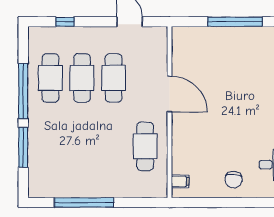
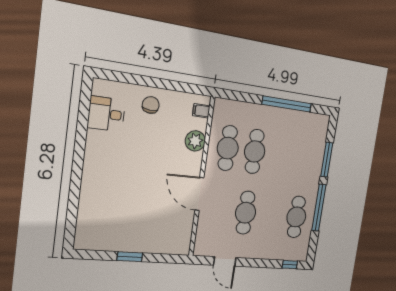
window: (65, 22) -> (290, 265), moved
window: (235, 22) -> (130, 257), width x0.47
cafe table: (82, 78) -> (255, 151), moved
plant: (182, 149) -> (195, 141), added

